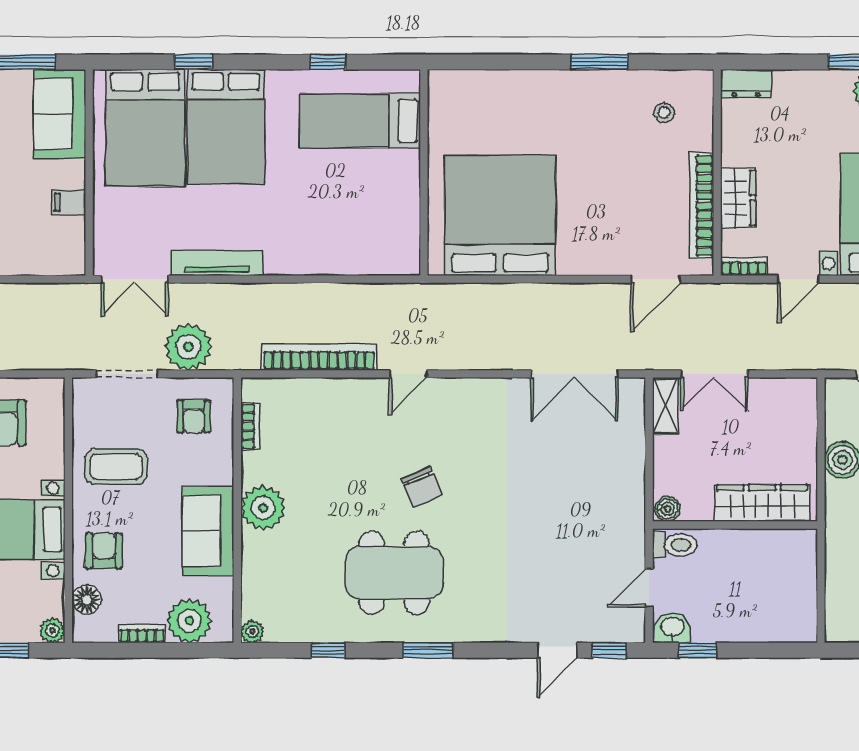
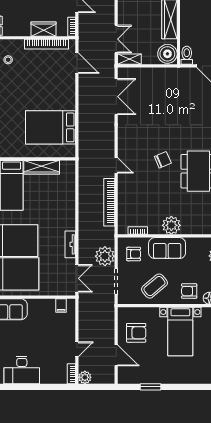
wardrobe: (404, 193) -> (42, 167), added
filing cabinet: (69, 202) -> (61, 305), moved
bed: (500, 215) -> (51, 127), width x0.73
tv unit: (217, 263) -> (70, 244), width x0.71
coffee table: (116, 467) -> (154, 286), turned 50
boiler: (667, 509) -> (167, 54), width x1.86, depth x1.86
sofa: (208, 531) -> (167, 248), moved

